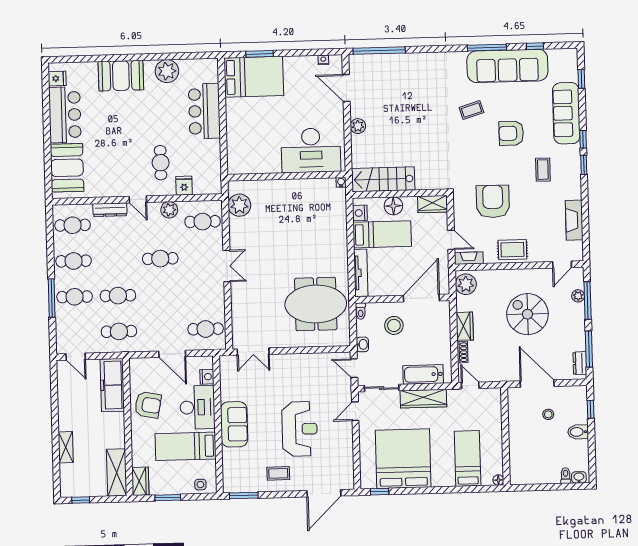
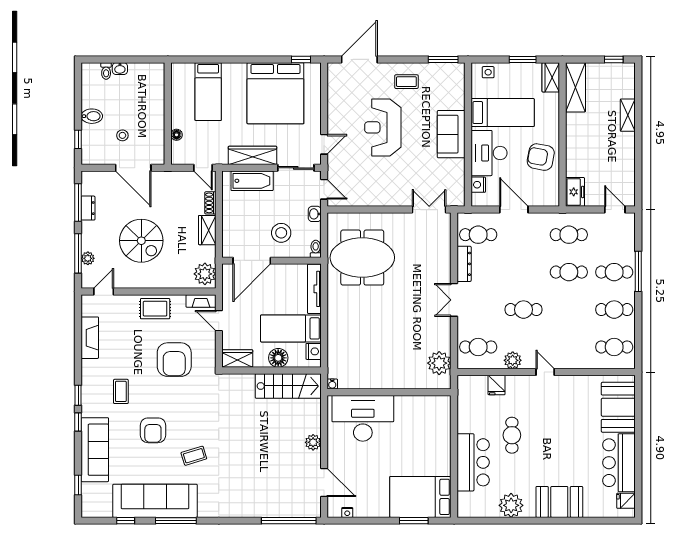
armchair: (511, 133) -> (153, 430), turned 90
cafe table: (161, 163) -> (512, 435), moved
dresser: (110, 210) -> (464, 264), moved, turned 90
dresser: (580, 363) -> (88, 208), moved
freezer: (112, 385) -> (575, 192), width x0.52, depth x0.79
washbasin: (579, 477) -> (120, 69), moved
floor lamp: (498, 480) -> (177, 135), moved

